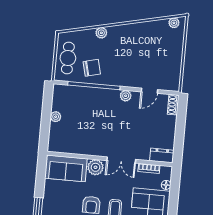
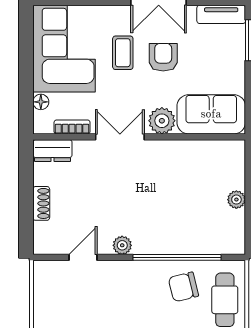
shoe rack: (173, 105) -> (41, 203), moved

